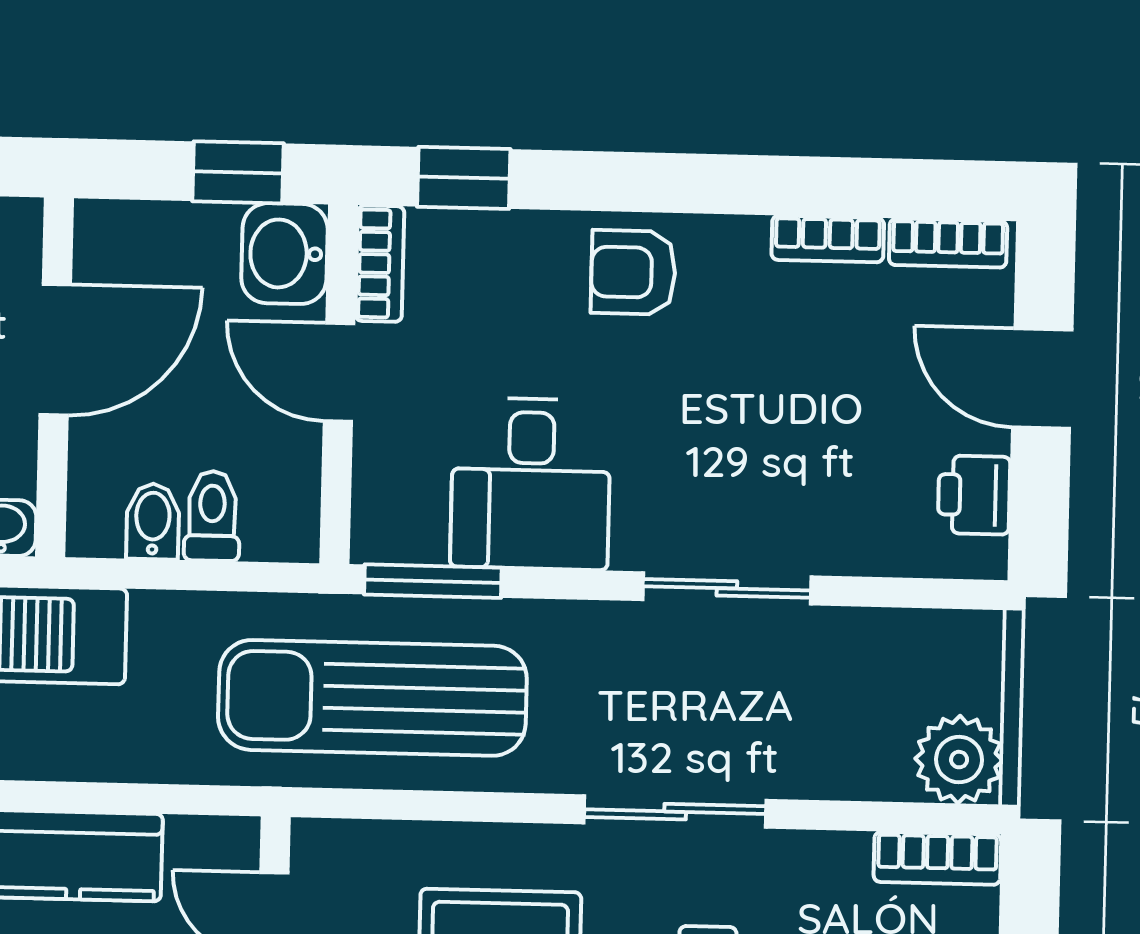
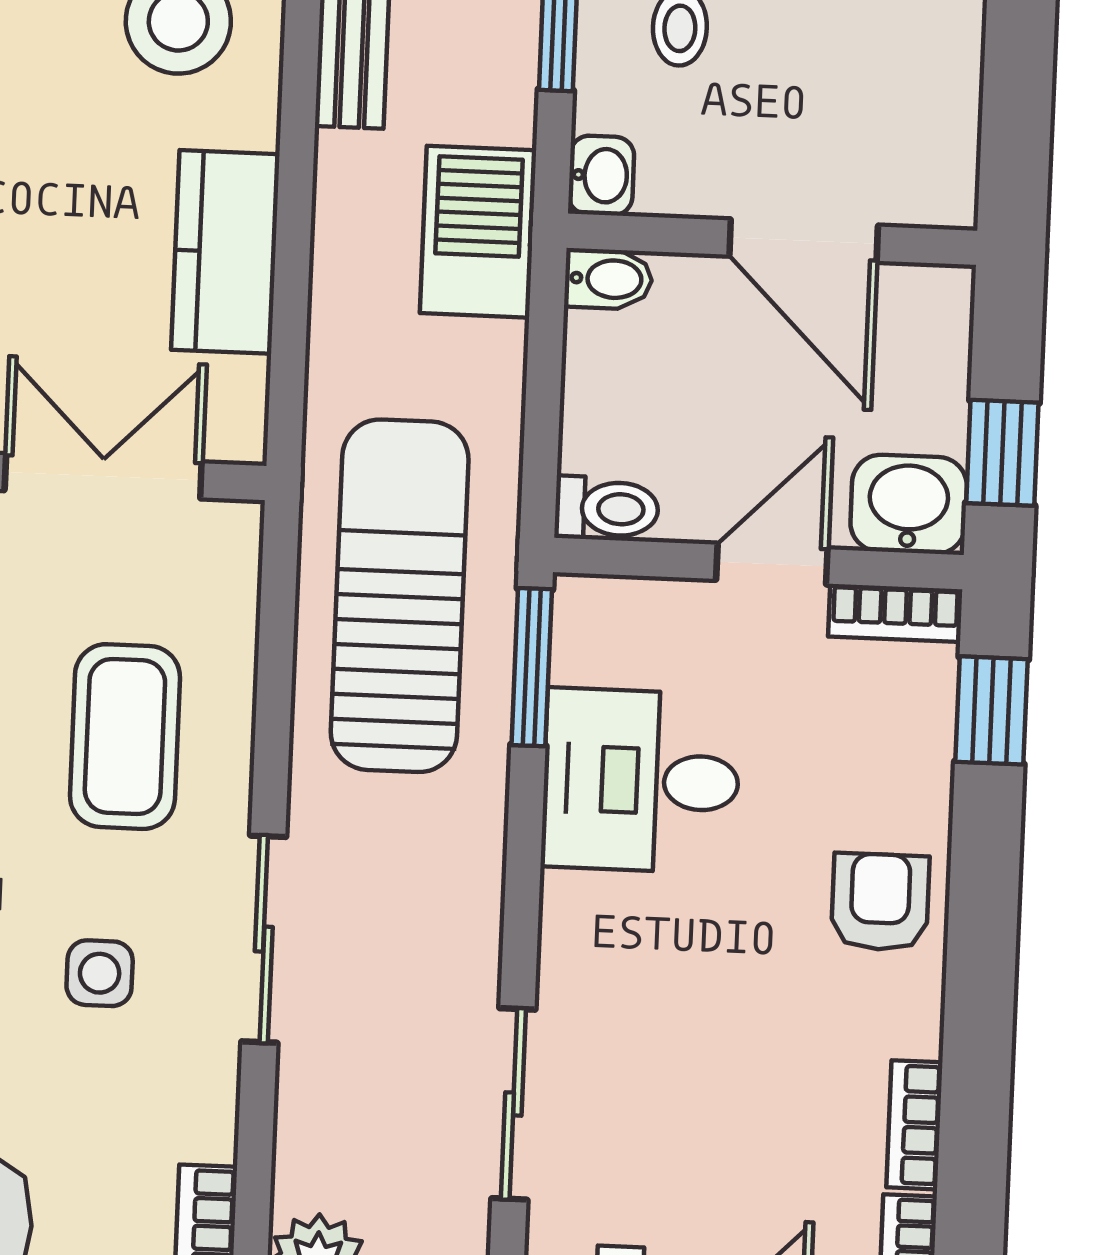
toilet: (212, 516) -> (607, 509), moved
bidet: (153, 521) -> (608, 279), moved
sliding door: (727, 588) -> (513, 1104), moved

